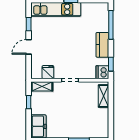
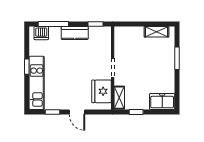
fridge: (48, 72) -> (102, 91), width x1.88, depth x1.34
dishwasher: (102, 72) -> (41, 33), moved
shelving: (103, 96) -> (156, 32), moved

